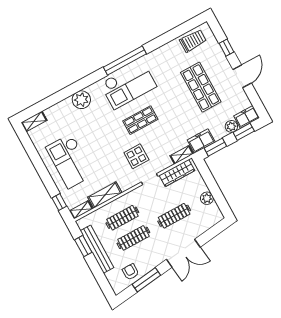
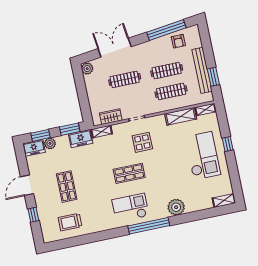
trolley: (193, 41) -> (70, 222), moved
window: (125, 61) -> (149, 226), moved
checkout: (128, 85) -> (130, 208), width x0.73, depth x0.83
shop shelf: (201, 87) -> (67, 187), width x0.70, depth x0.74
wardrobe: (177, 173) -> (111, 117), width x0.67
plant: (207, 198) -> (87, 69), moved
window: (59, 202) -> (228, 144), moved
double door: (183, 253) -> (115, 48), moved
window: (146, 280) -> (166, 30), width x1.46

